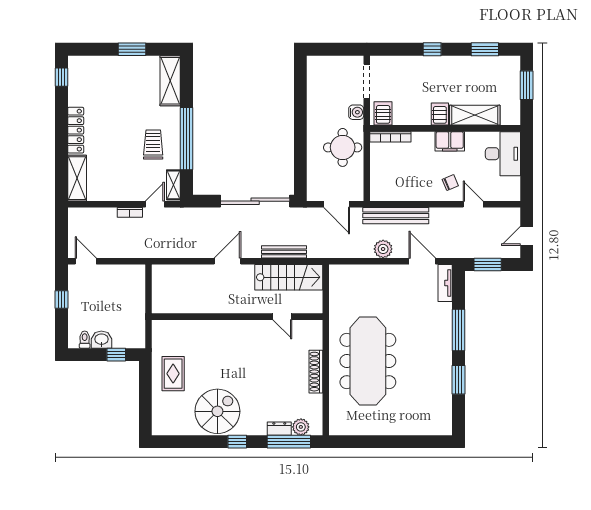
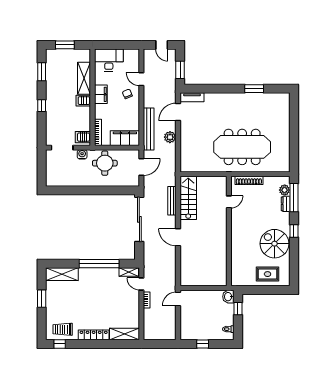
trolley: (153, 144) -> (63, 329), moved
filing cabinet: (382, 179) -> (125, 138), added
door: (473, 204) -> (141, 79), hinge flipped
door: (86, 261) -> (178, 299), moved
wall: (237, 317) -> (229, 231), moved
door: (282, 317) -> (229, 202), moved
window: (459, 330) -> (222, 89), removed
washbasin: (101, 340) -> (228, 297), moved
rug: (173, 374) -> (268, 274), moved

